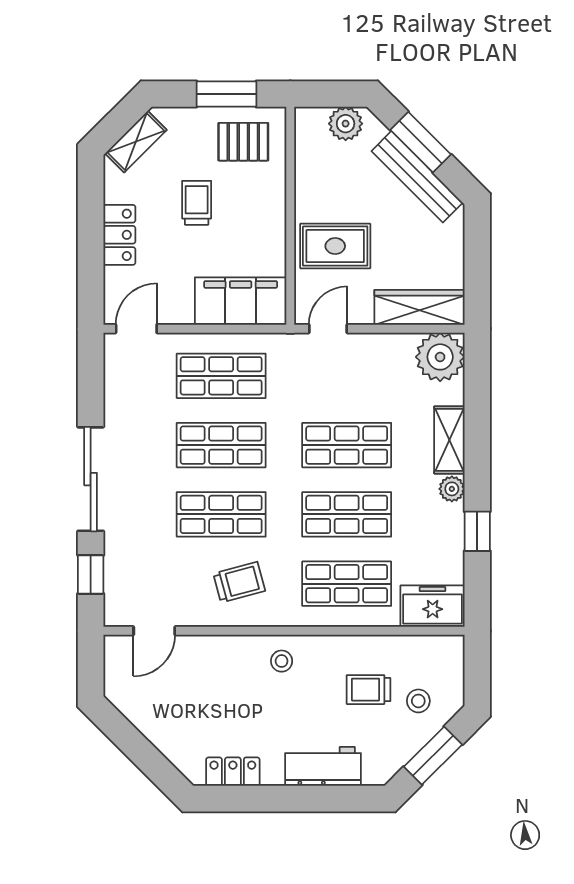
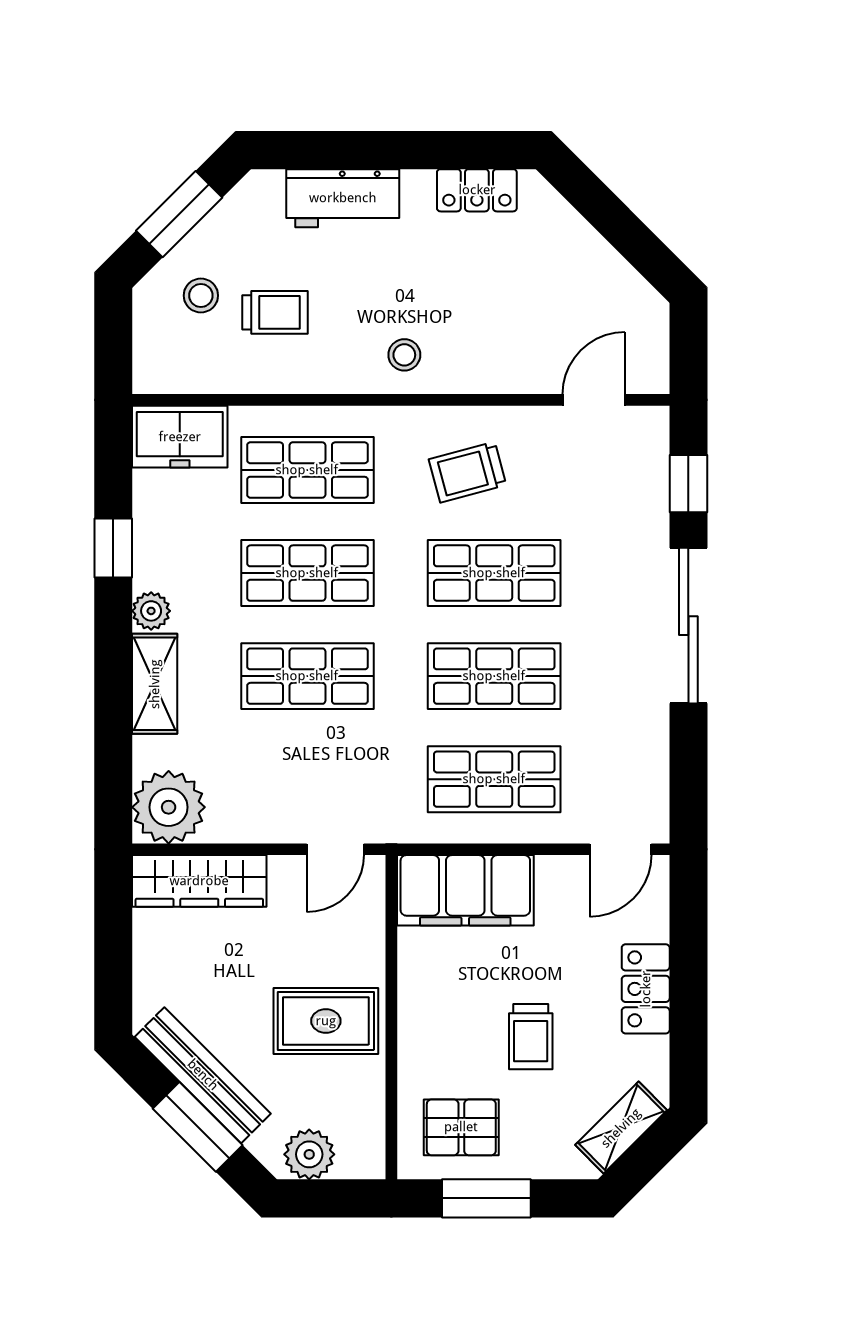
rug: (335, 246) -> (326, 1021), moved

